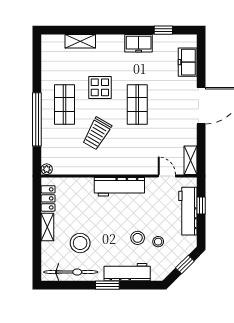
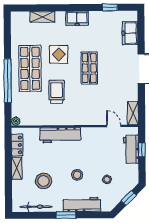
freezer: (139, 43) -> (77, 18), moved
shop shelf: (64, 105) -> (30, 68), width x1.43, depth x1.36
trolley: (97, 133) -> (57, 92), turned 150
workbench: (119, 187) -> (60, 135), moved
workbench: (188, 211) -> (131, 149), width x0.73
stool: (138, 238) -> (77, 175), moved
bicycle: (71, 272) -> (36, 207), width x0.73, depth x0.71

